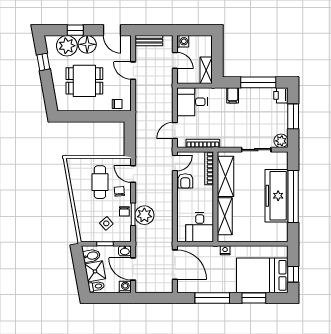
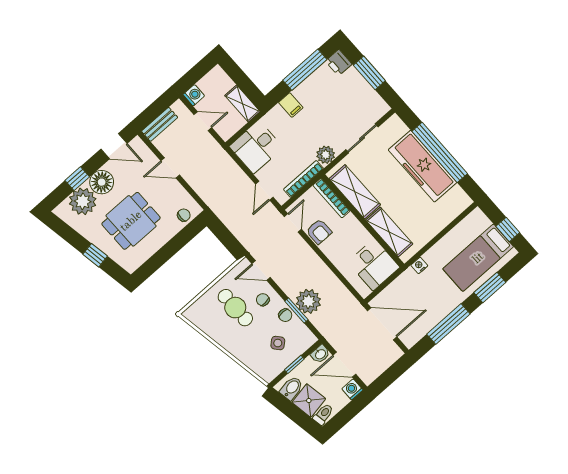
window: (43, 62) -> (95, 255), moved
plant: (281, 141) -> (326, 155), moved
bed: (262, 275) -> (478, 258), width x0.67

